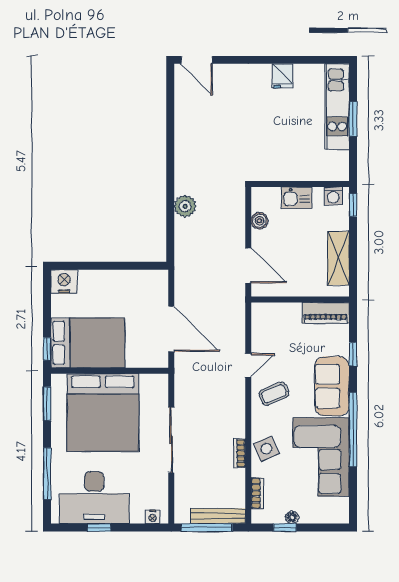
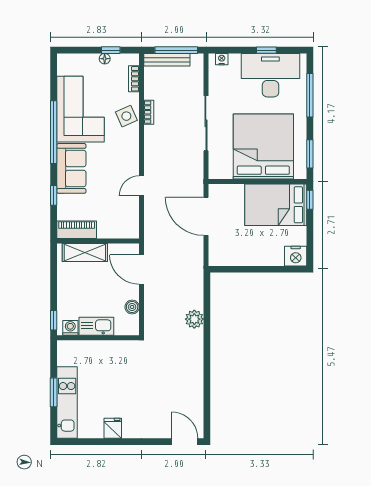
kitchen sink: (297, 198) -> (96, 326), width x1.38
shelving: (338, 258) -> (85, 253), moved, turned 90
coffee table: (274, 394) -> (120, 162), removed

